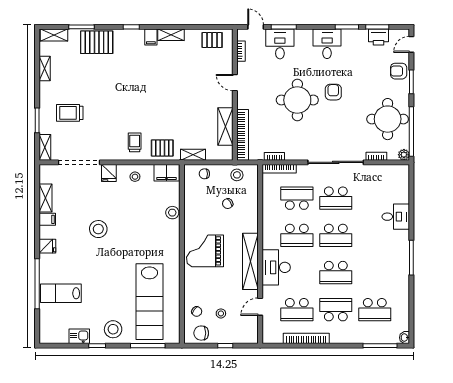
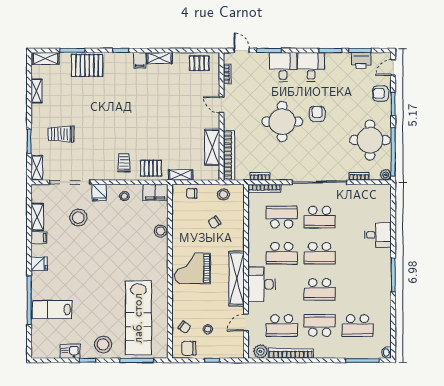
desk: (280, 44) -> (283, 67), moved
stool: (98, 229) -> (78, 218), moved
plant: (275, 336) -> (260, 351), added

